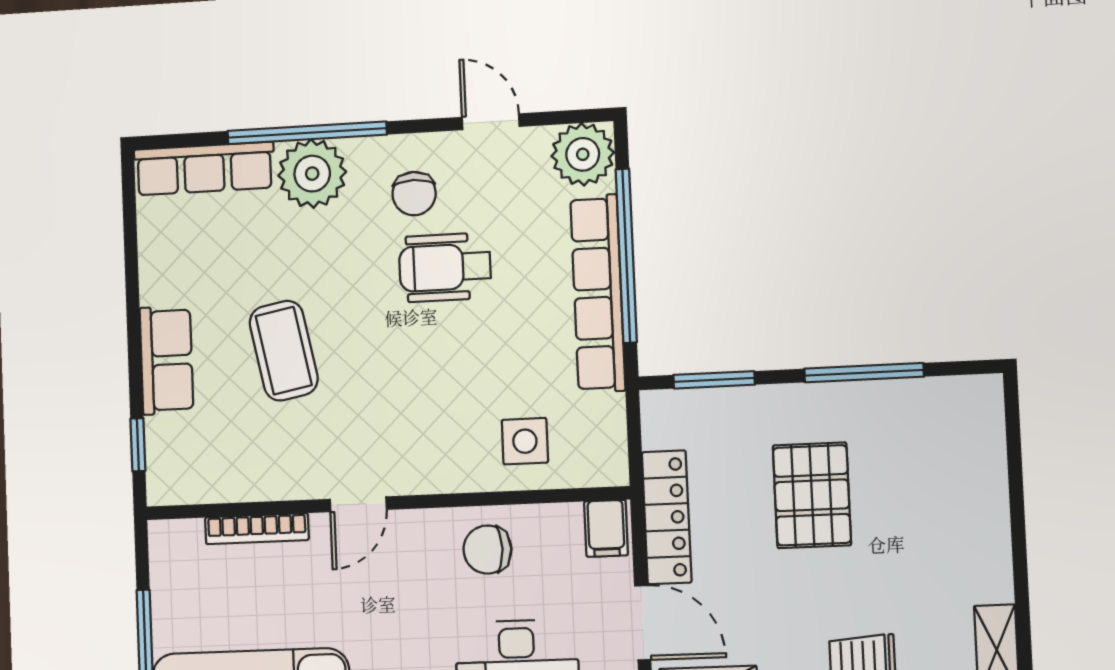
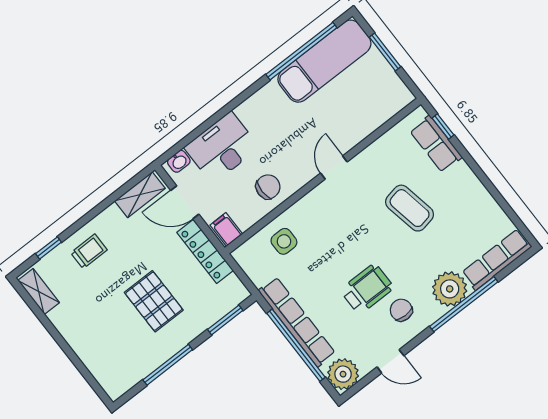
row of seats: (166, 360) -> (436, 144), moved
bookcase: (257, 529) -> (369, 128), removed

